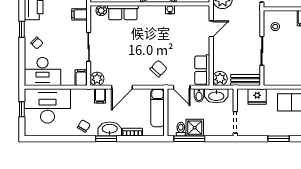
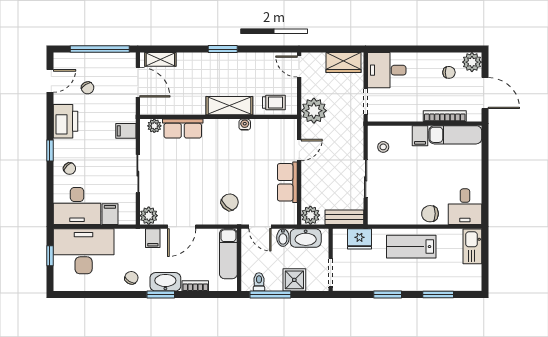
row of seats: (202, 70) -> (287, 182), moved
filing cabinet: (81, 78) -> (110, 214), moved
shower: (195, 128) -> (294, 280), moved

